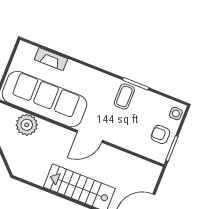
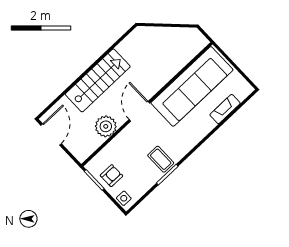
plant: (27, 125) -> (106, 126), moved

